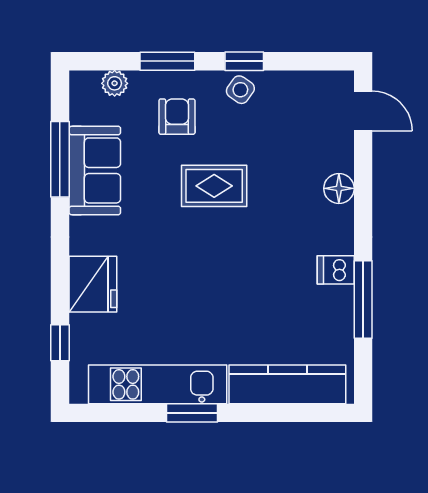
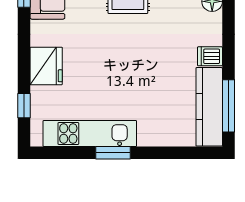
window: (363, 299) -> (228, 106), moved
kitchen counter: (287, 384) -> (209, 107), moved, turned -90

